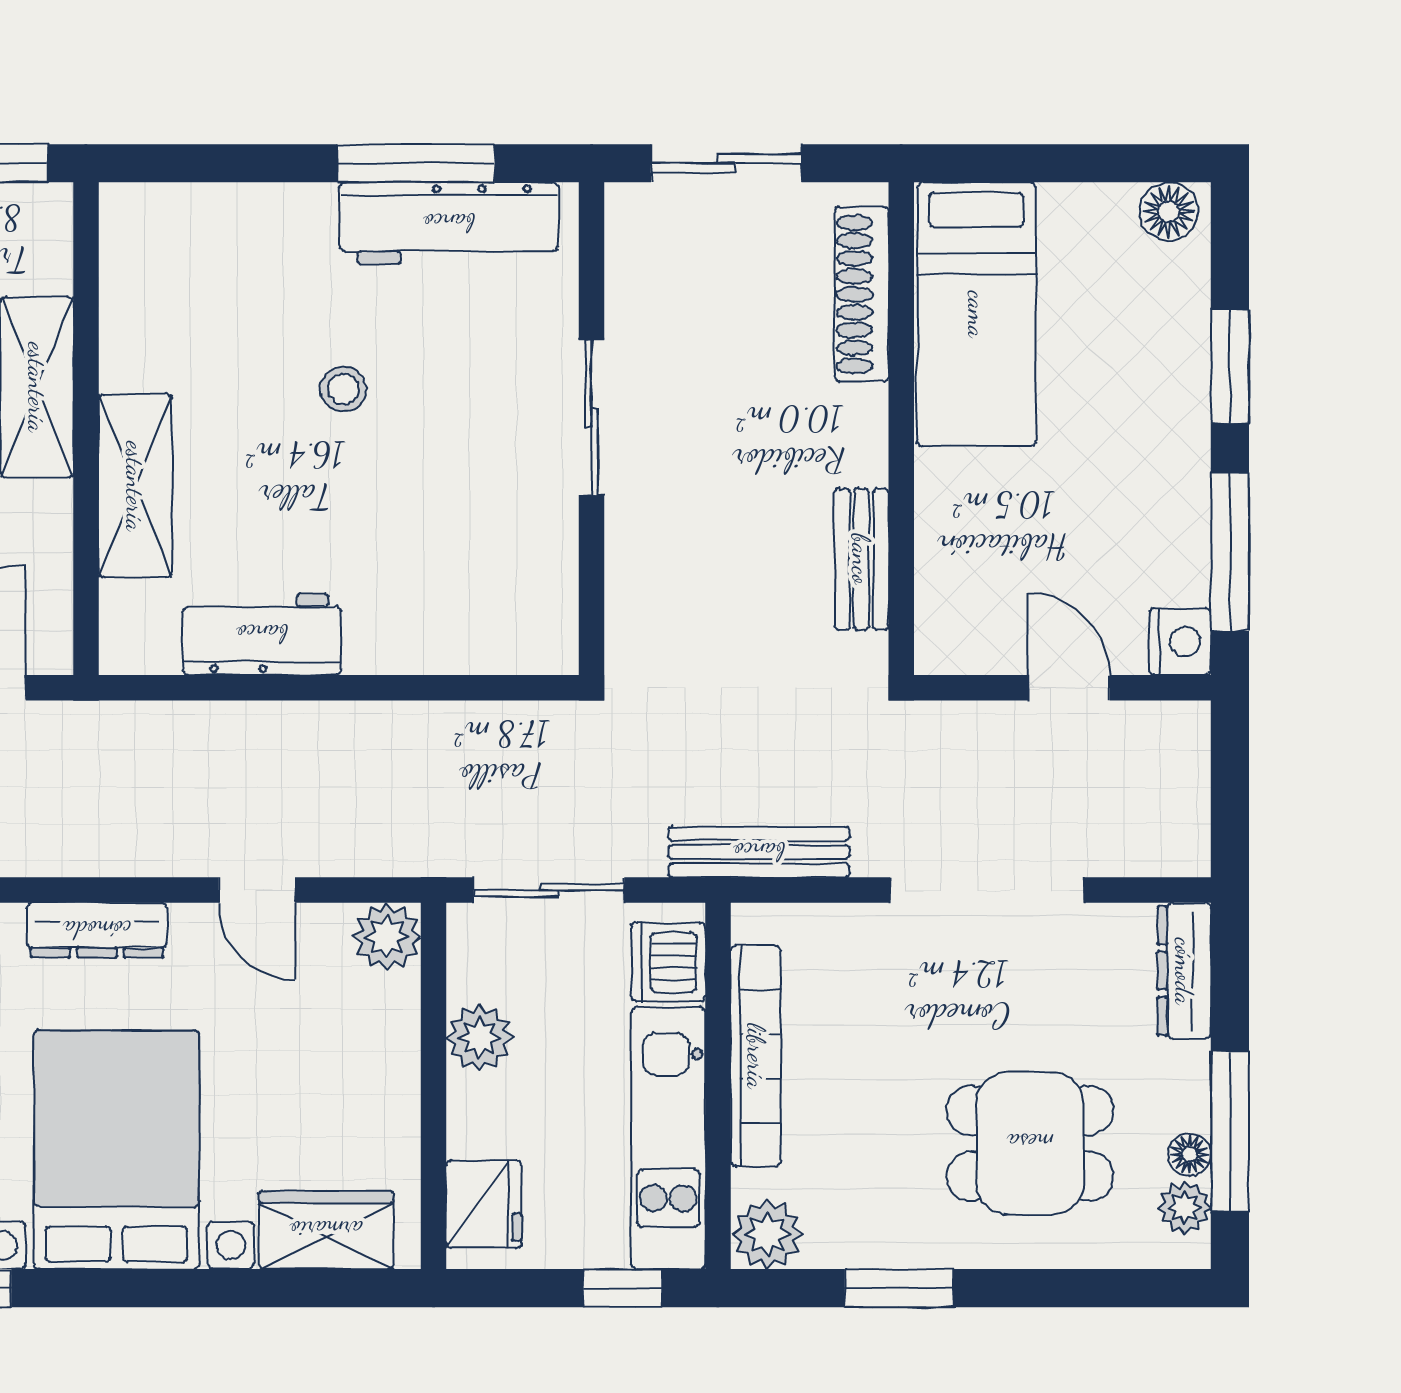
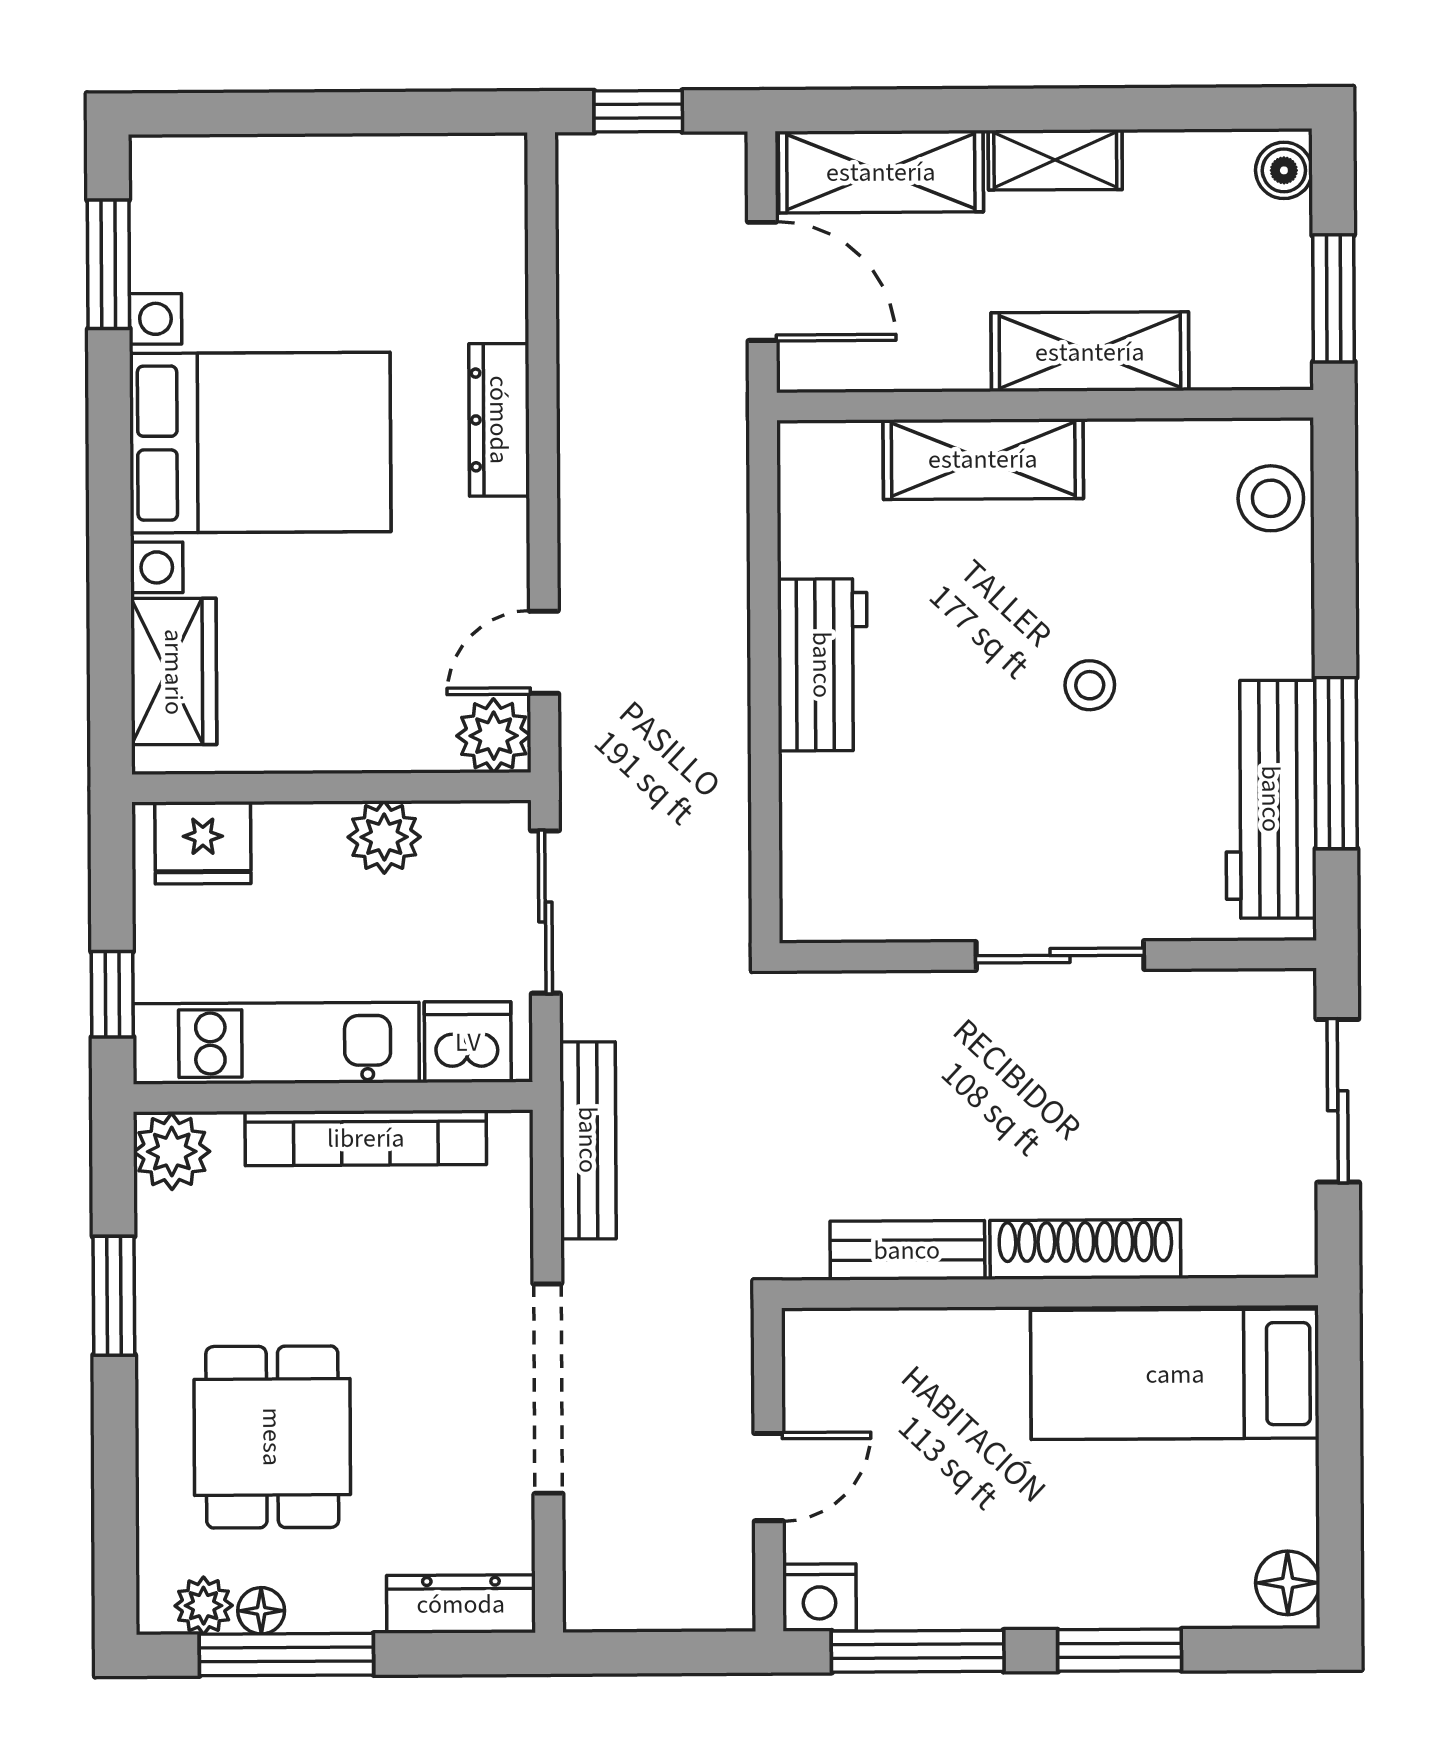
stool: (173, 222) -> (1271, 498), added
shoe rack: (862, 294) -> (1085, 1249), moved
workbench: (262, 634) -> (822, 665), moved
door: (257, 890) -> (544, 652), moved

